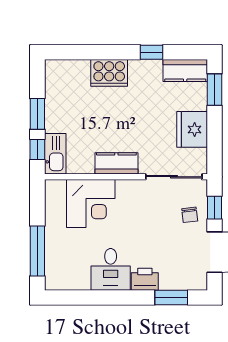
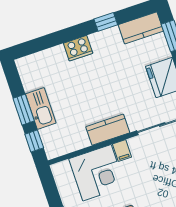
cooker: (109, 73) -> (78, 48), width x0.73, depth x0.76
kitchen sink: (55, 154) -> (41, 108), moved
filing cabinet: (124, 189) -> (122, 151), added

